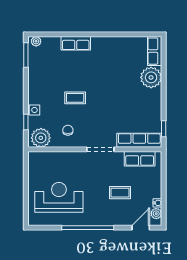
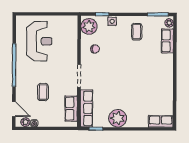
row of seats: (76, 43) -> (167, 41), moved
plant: (151, 77) -> (118, 118), moved
coffee table: (75, 98) -> (137, 32), moved

